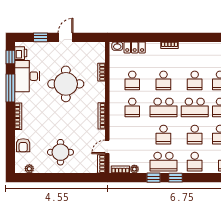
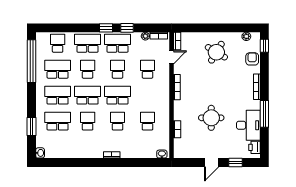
locker: (135, 47) -> (145, 153), removed
window: (10, 57) -> (264, 46), moved
round table: (66, 84) -> (211, 118), width x0.73, depth x0.73
school desk: (132, 107) -> (147, 69), moved
round table: (60, 152) -> (216, 52), turned 31
school desk: (195, 162) -> (88, 43), width x1.85

